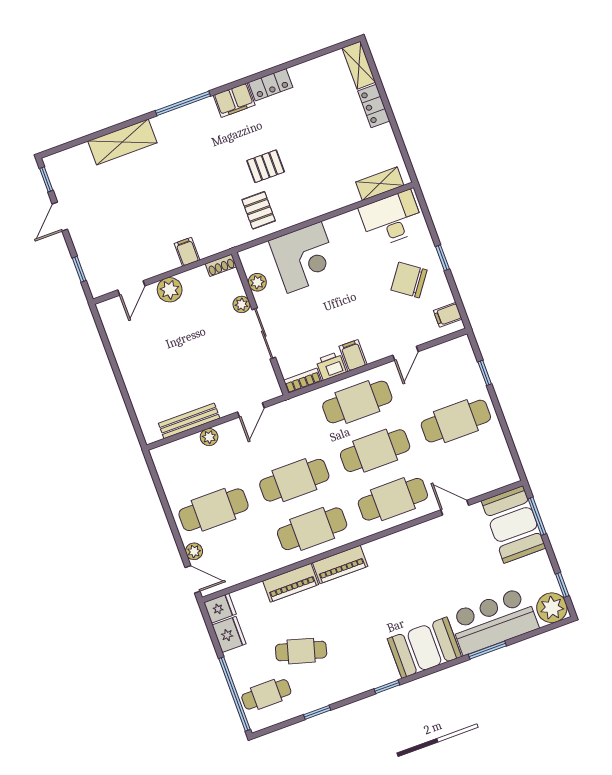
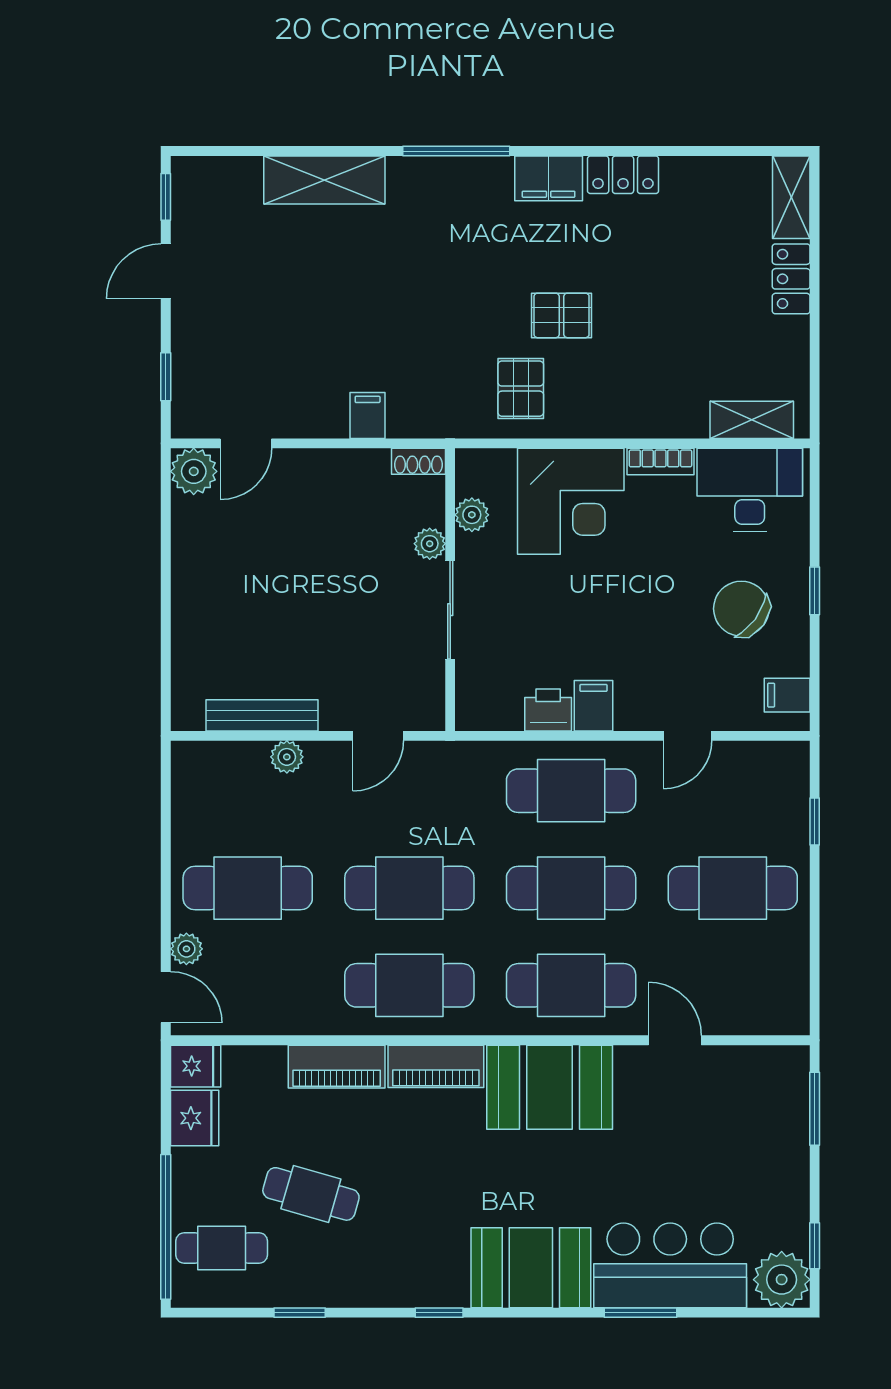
plant: (170, 290) -> (194, 471), moved
bookcase: (303, 381) -> (660, 462), moved, turned 180
booth: (514, 524) -> (550, 1087), moved, turned 90

